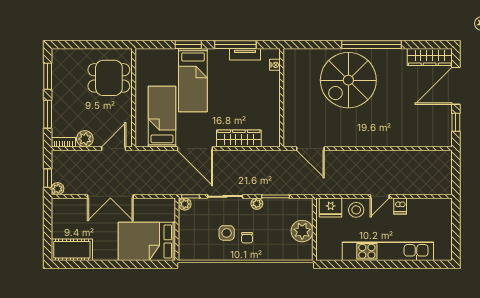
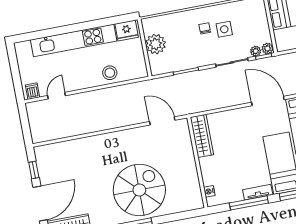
tv unit: (245, 54) -> (258, 192), moved
wardrobe: (239, 138) -> (202, 136), moved, turned -90
door: (380, 196) -> (57, 96), moved
plant: (257, 204) -> (256, 51), moved
dishwasher: (400, 206) -> (32, 91), moved
fridge: (331, 207) -> (127, 30), moved, turned 180

